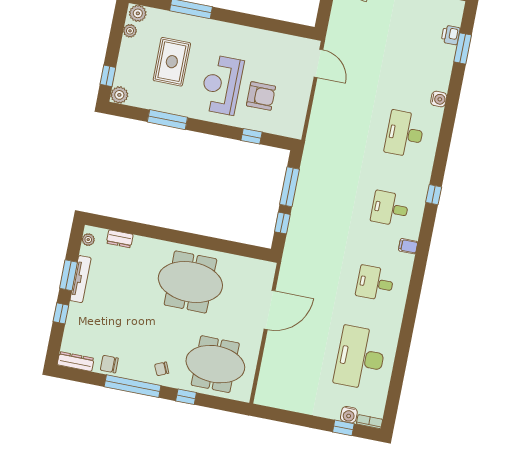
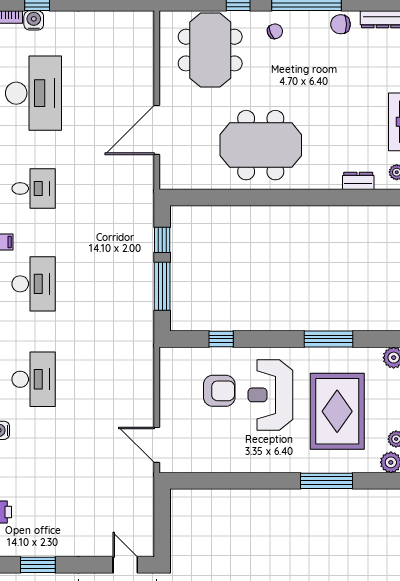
rug: (172, 62) -> (337, 411), width x1.37, depth x1.44
reception desk: (222, 85) -> (270, 395), turned 180
armchair: (261, 96) -> (219, 391), turned 180
desk: (390, 208) -> (34, 284), width x1.37
chair: (109, 364) -> (341, 24), turned 180
meeting table: (215, 364) -> (210, 50), turned 90

